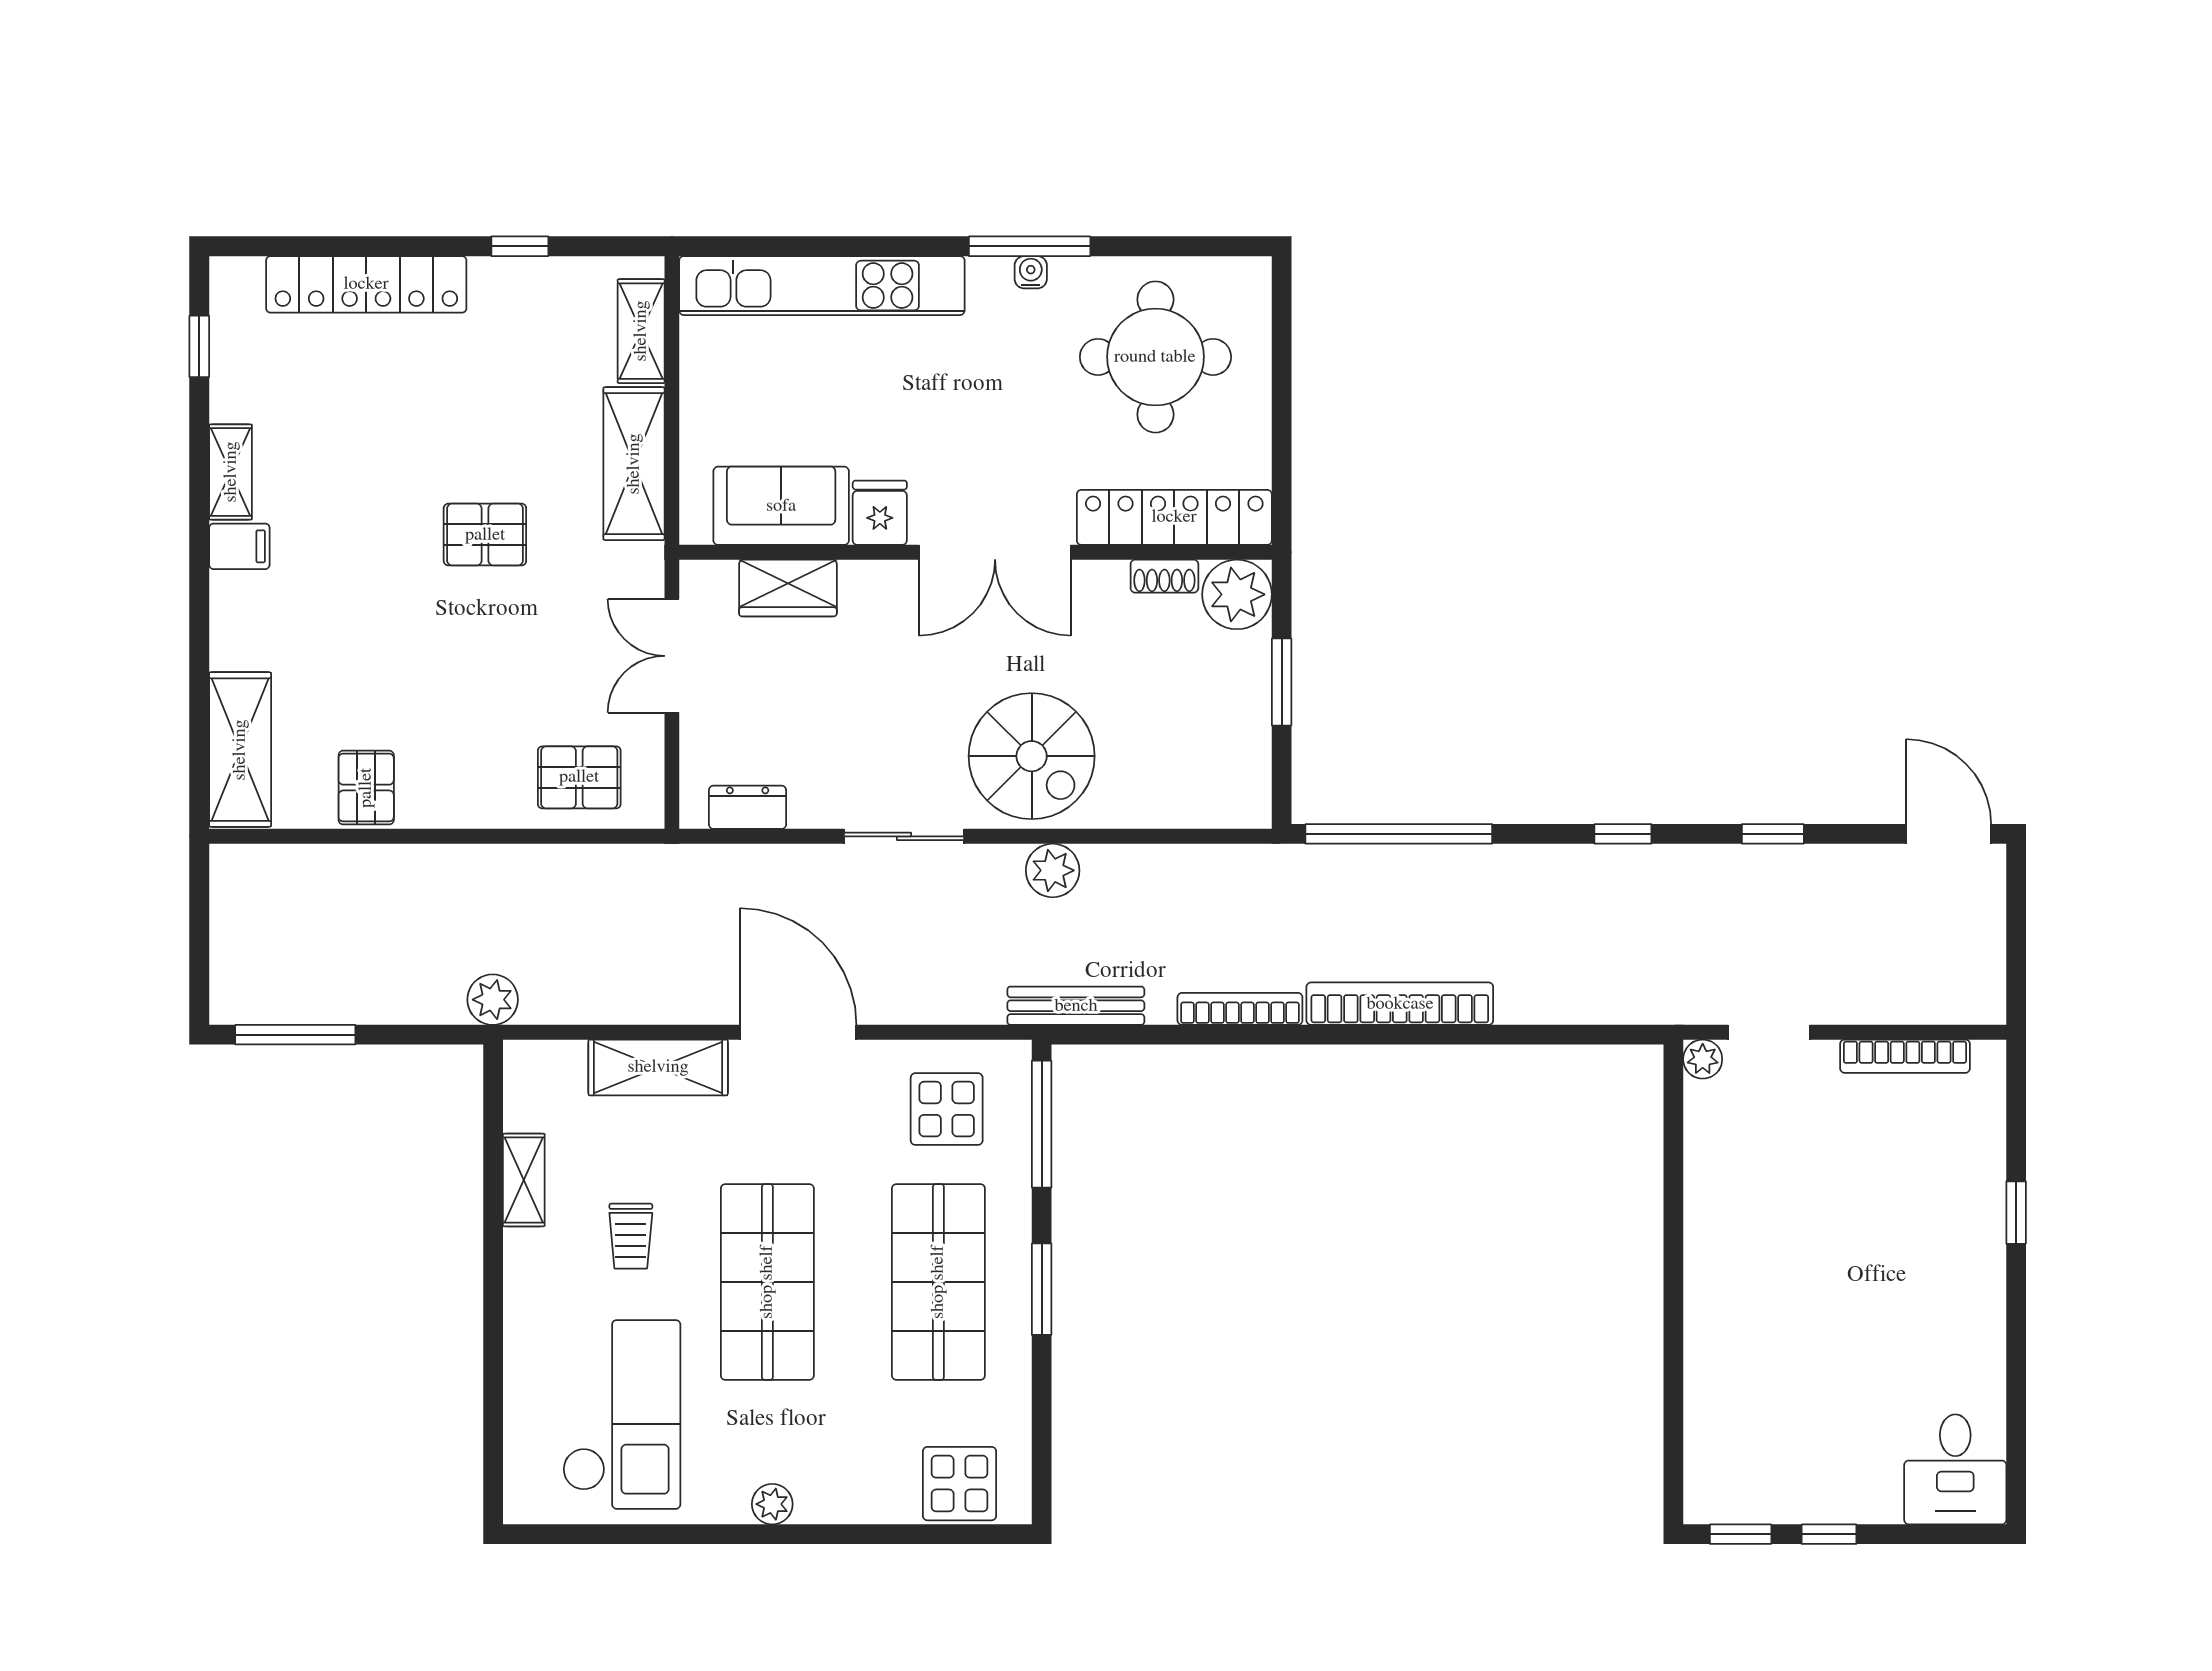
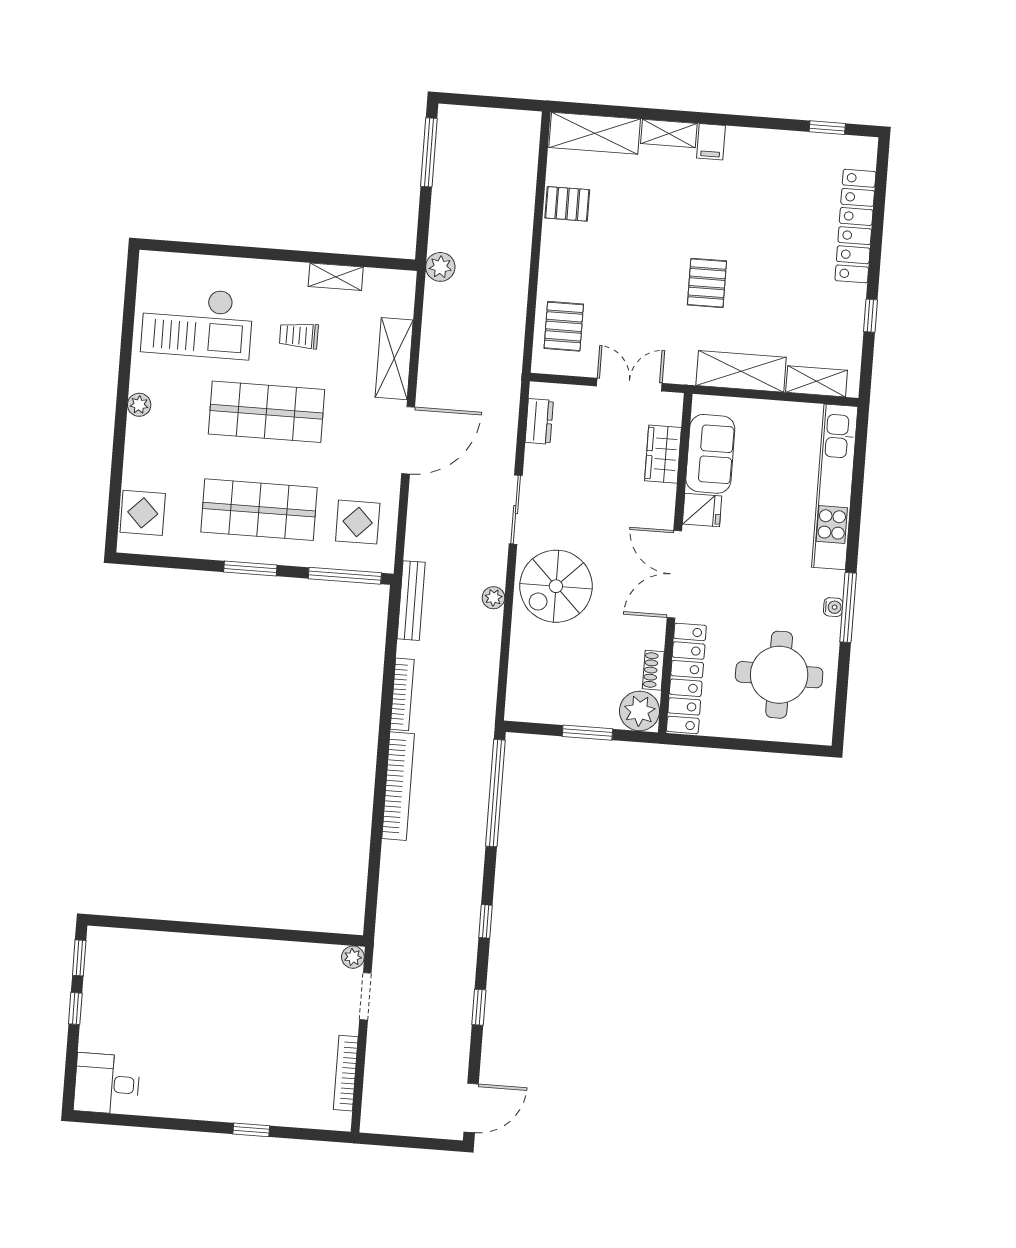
shelving: (231, 472) -> (669, 133), moved
plant: (1053, 870) -> (493, 598), width x0.73, depth x0.73

